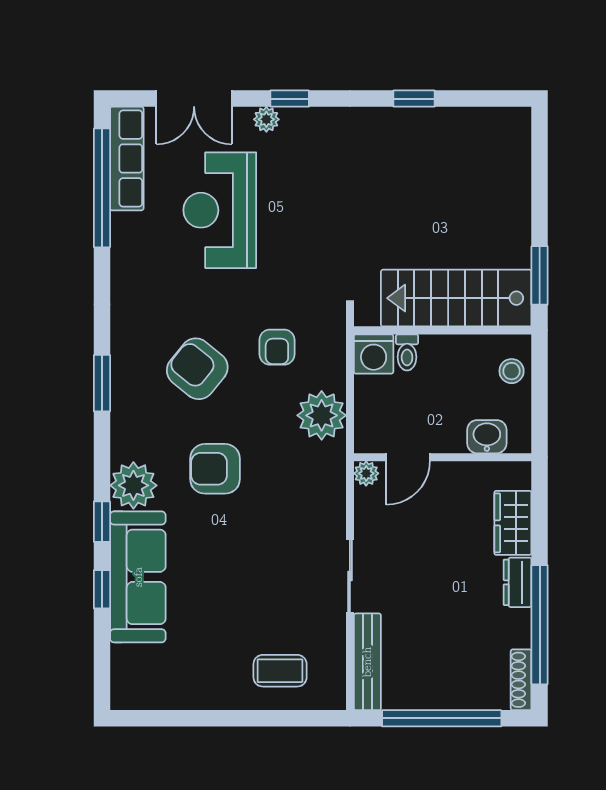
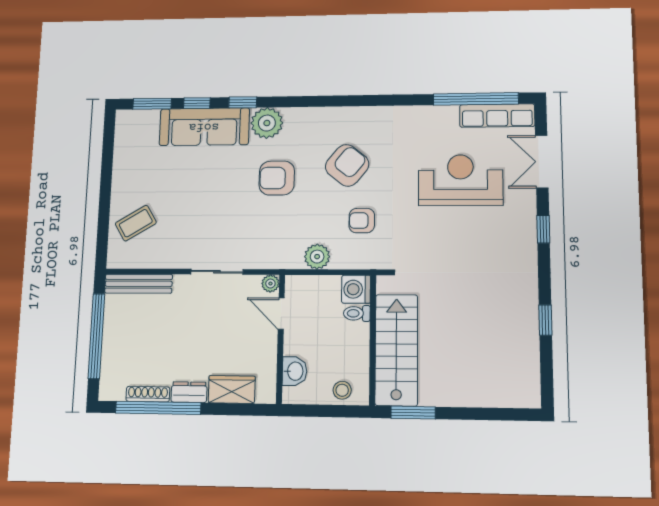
plant: (266, 119) -> (528, 213), removed
window: (102, 383) -> (152, 104), moved
plant: (322, 415) -> (317, 257), width x0.73, depth x0.73
armchair: (215, 469) -> (277, 178), turned -90
sliding door: (350, 576) -> (217, 272), moved
coffee table: (280, 671) -> (136, 223), turned 59
shoe rack: (521, 680) -> (148, 394), moved

